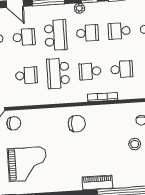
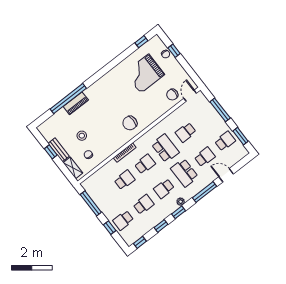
school desk: (24, 37) -> (205, 157), turned 180
school desk: (122, 69) -> (125, 180), turned 180
piano: (97, 183) -> (76, 103), moved

